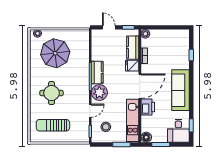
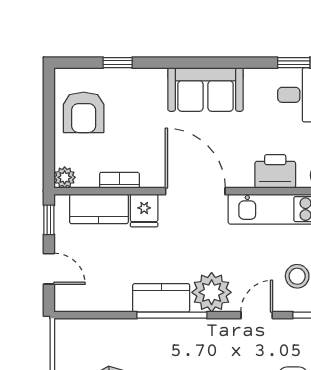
door: (109, 27) -> (49, 269), swing flipped
armchair: (171, 41) -> (84, 112), added
sofa: (181, 90) -> (205, 89), width x0.73
printer: (148, 107) -> (275, 171), moved
door: (90, 111) -> (257, 315), hinge flipped

